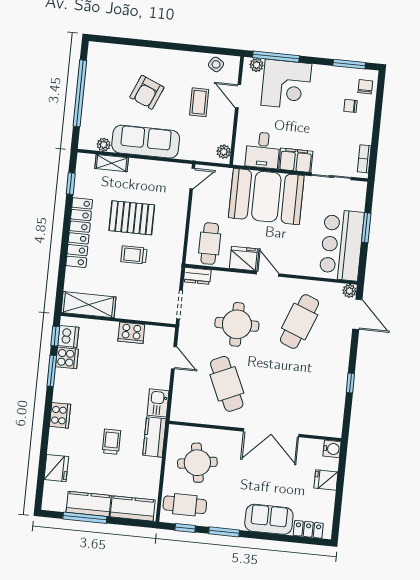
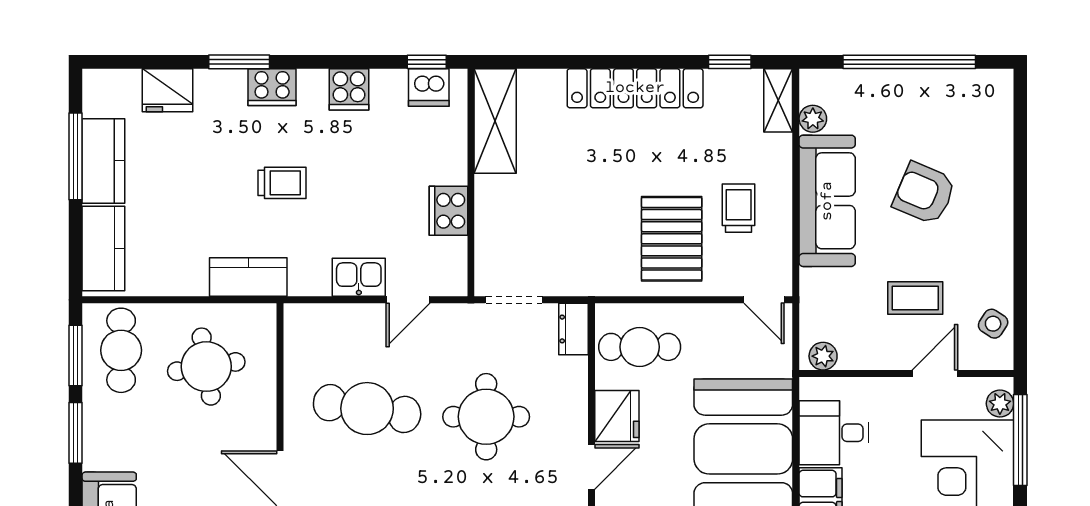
shelving: (112, 163) -> (778, 100), moved
pallet: (132, 218) -> (672, 239), moved
trolley: (134, 255) -> (739, 208), moved
cooker: (67, 358) -> (349, 89), moved
window: (52, 371) -> (239, 62), moved
cafe table: (227, 384) -> (367, 409), turned 33
kitchen sink: (158, 403) -> (359, 277), moved
trolley: (111, 442) -> (282, 183), moved
window: (185, 528) -> (76, 356), width x1.50

